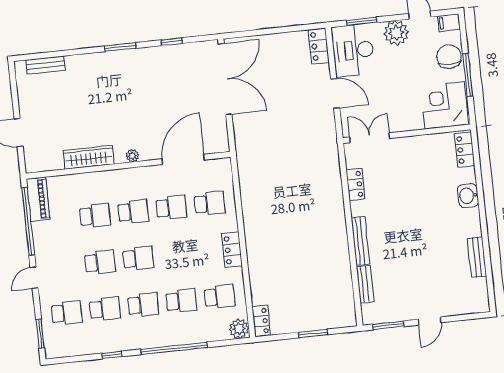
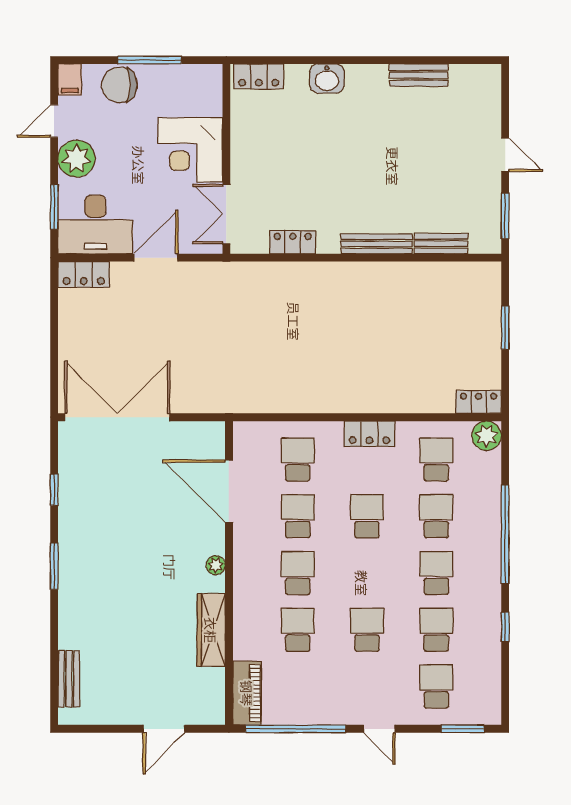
corner desk: (445, 105) -> (190, 150), moved
piano: (38, 199) -> (247, 693), moved, turned 90
school desk: (138, 258) -> (367, 516), moved

